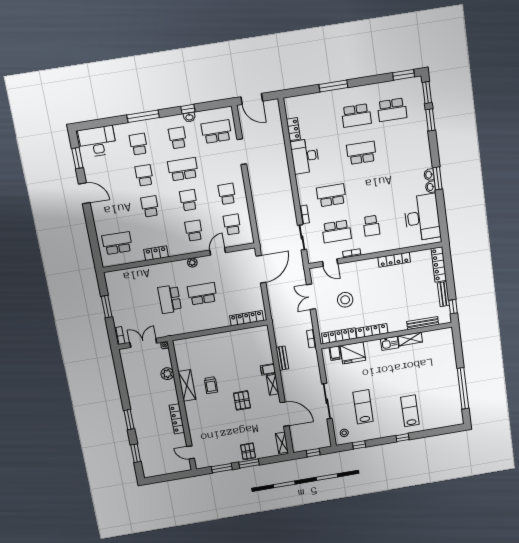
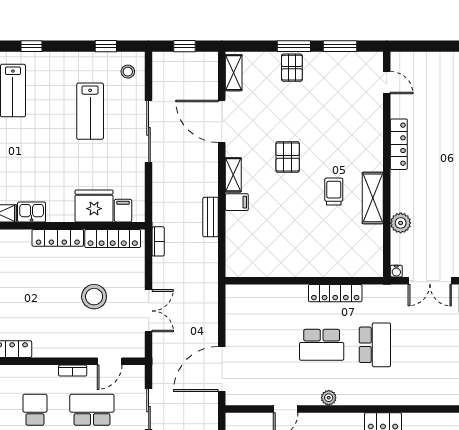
door: (330, 263) -> (110, 361), swing flipped
locker: (247, 318) -> (335, 293), moved

